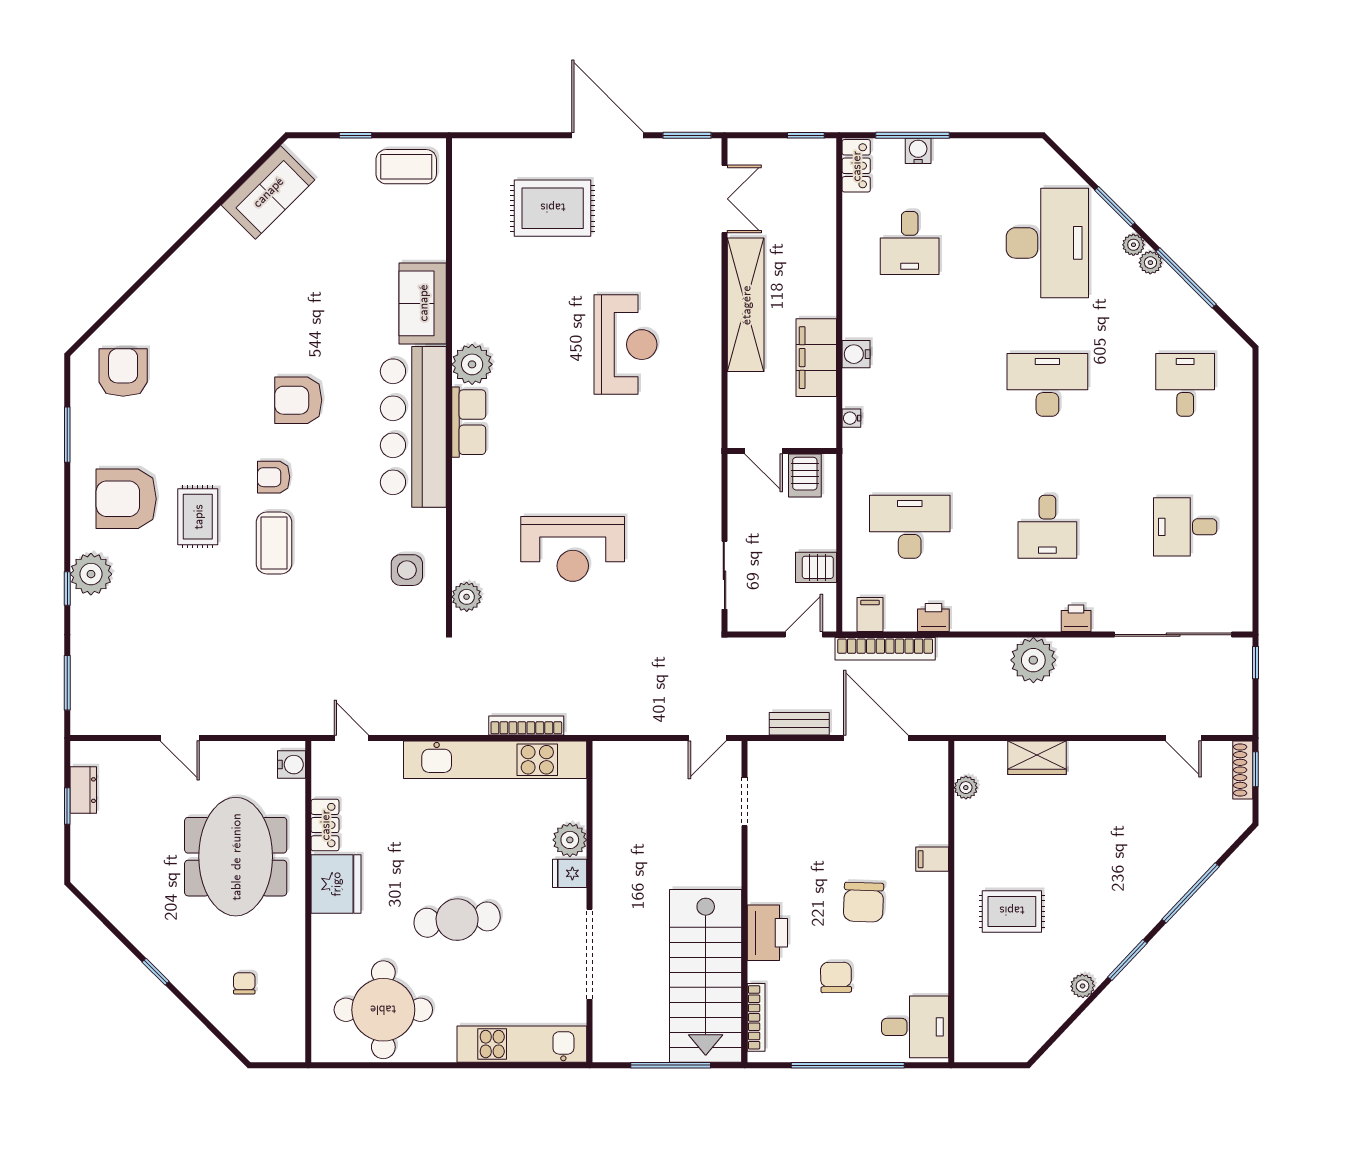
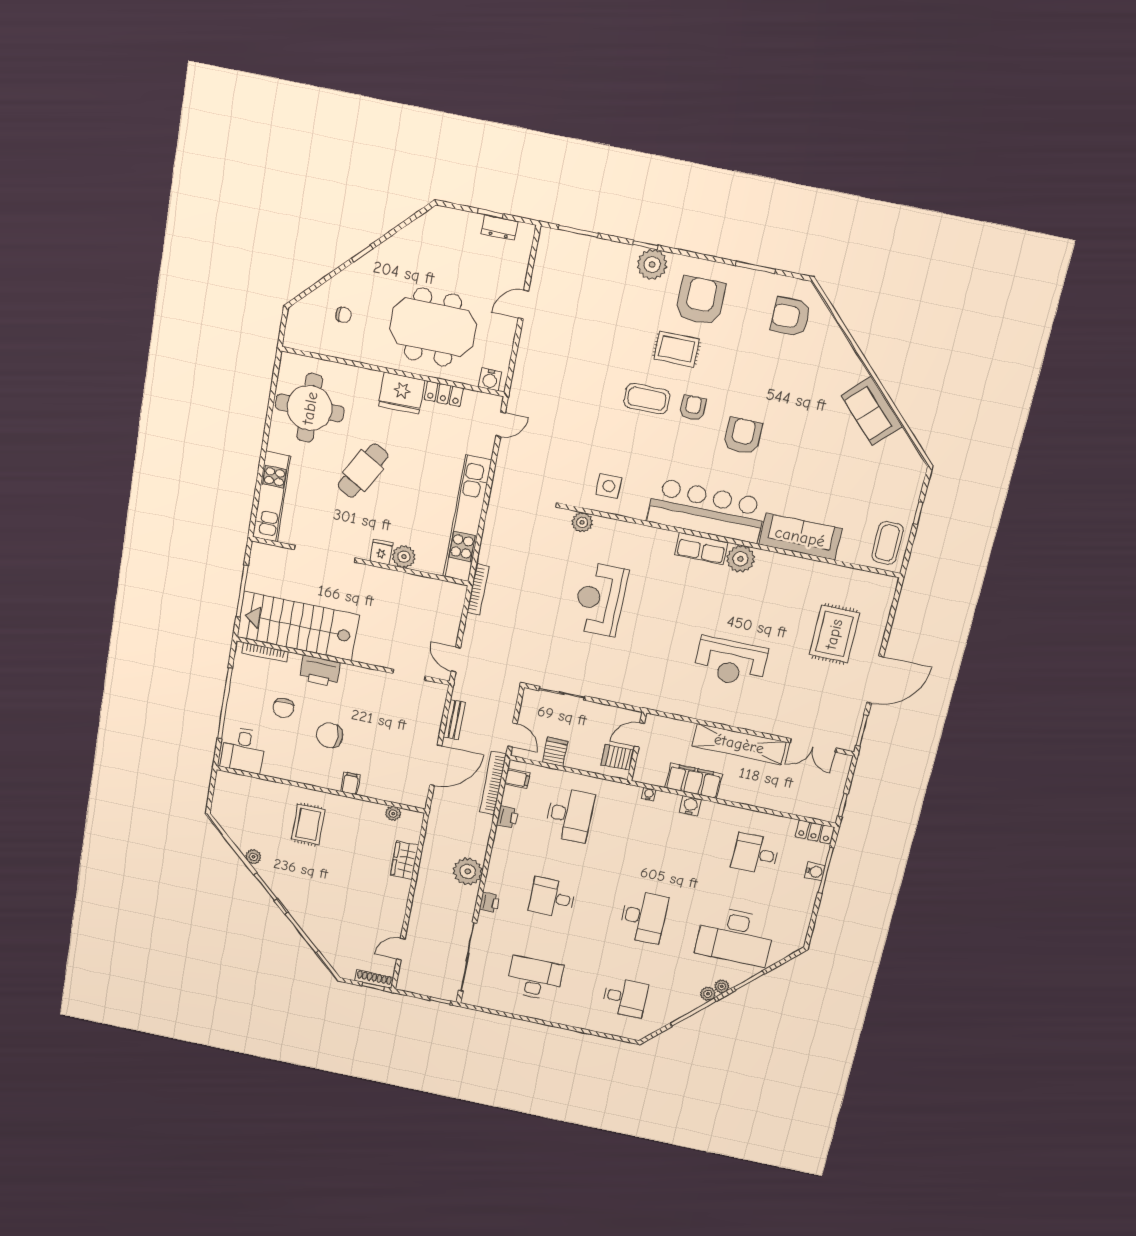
sofa: (268, 192) -> (872, 411), moved
sofa: (423, 303) -> (800, 537), width x1.36
armchair: (123, 373) -> (791, 317), turned 180
desk: (1185, 527) -> (535, 978), width x1.37
bookcase: (526, 725) -> (478, 589), moved
cafe table: (457, 920) -> (363, 471), turned 36
chair: (836, 977) -> (283, 708), turned 91

